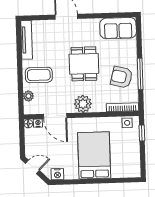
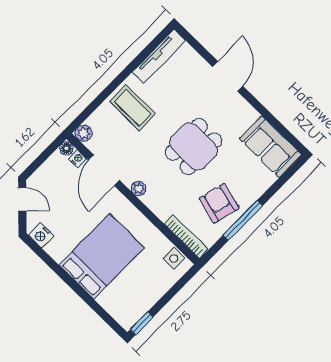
plant: (28, 96) -> (84, 133), moved
plant: (83, 104) -> (139, 189), width x0.53, depth x0.53
window: (142, 133) -> (142, 323), moved

